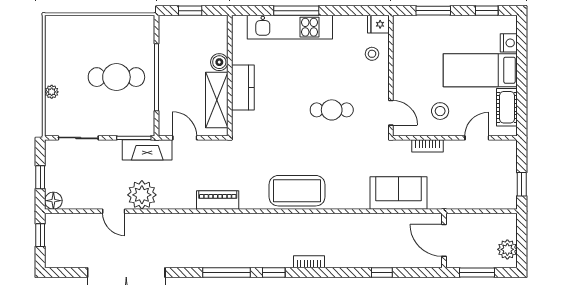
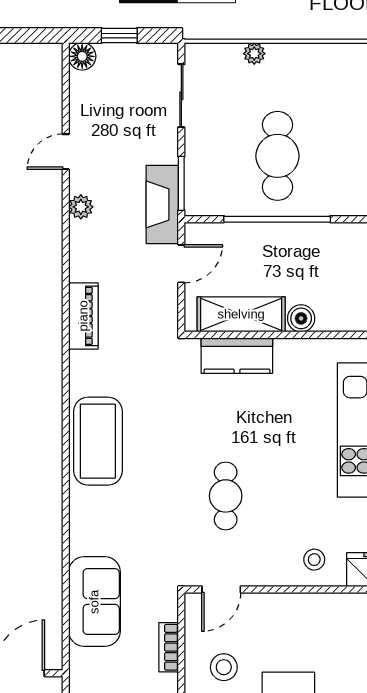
kitchen counter: (243, 87) -> (237, 356), moved
plant: (142, 195) -> (81, 207), width x0.53, depth x0.53
window: (40, 235) -> (28, 35), removed

